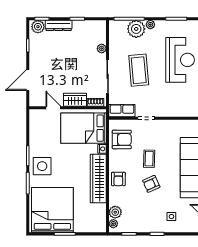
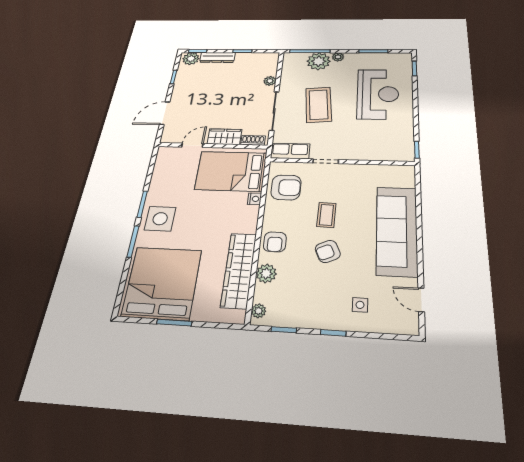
door: (53, 108) -> (192, 145), hinge flipped
wardrobe: (98, 179) -> (239, 270), moved
plant: (115, 212) -> (266, 273), moved

